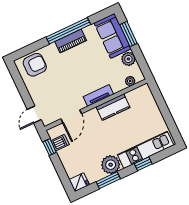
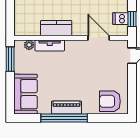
window: (128, 34) -> (10, 59), moved
plant: (128, 59) -> (21, 66), removed
tv unit: (98, 95) -> (50, 45), moved
door: (71, 116) -> (99, 38), hinge flipped

